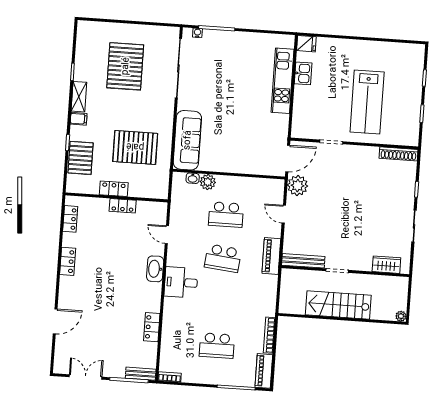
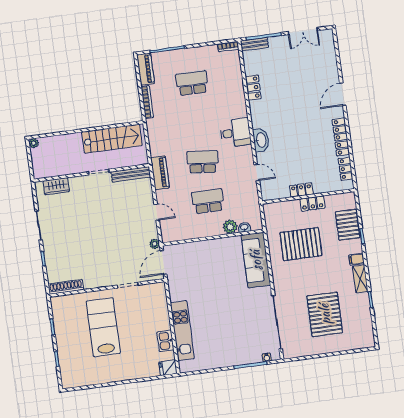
plant: (298, 186) -> (155, 244), width x0.53, depth x0.53
locker: (68, 261) -> (341, 137), width x1.53
stairs: (338, 305) -> (112, 139), moved
door: (55, 321) -> (343, 94), moved

